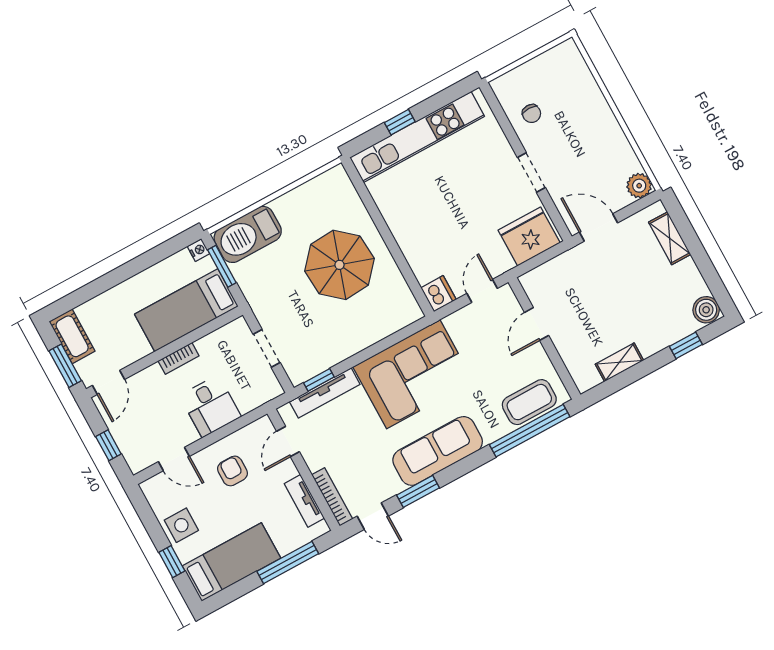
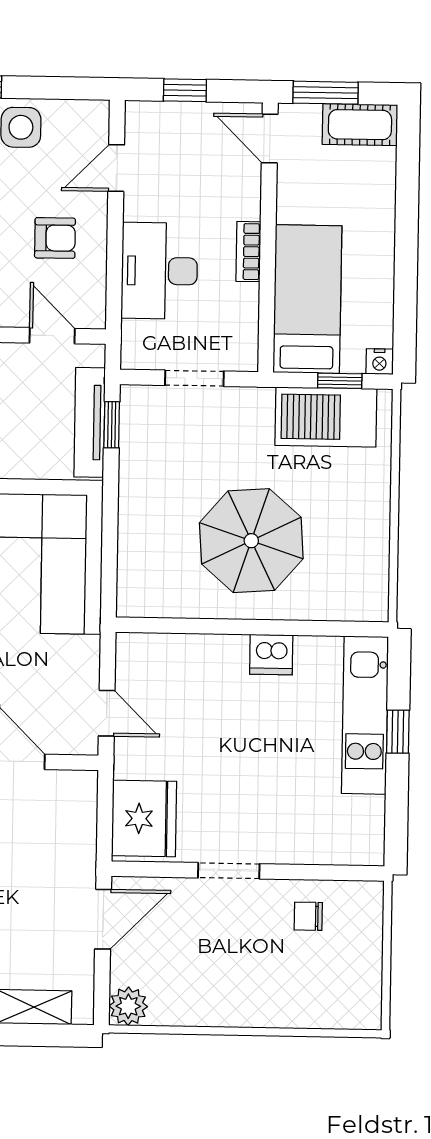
kitchen unit: (417, 137) -> (365, 715), width x0.73
barbecue: (248, 234) -> (326, 417), moved, turned -90
window: (222, 266) -> (340, 381), width x0.67
dishwasher: (438, 294) -> (271, 655), moved
desk: (210, 406) -> (159, 271), width x1.37

